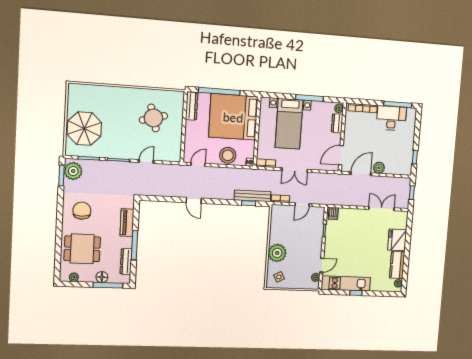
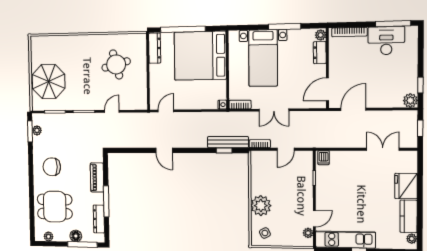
stool: (228, 155) -> (197, 99), removed
plant: (379, 168) -> (410, 100), moved
plant: (73, 171) -> (37, 130), width x0.53, depth x0.53
chair: (82, 211) -> (52, 167), turned -90

